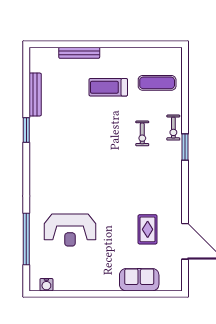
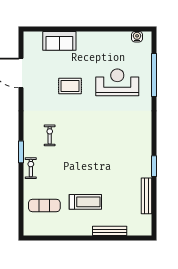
exercise bike: (142, 133) -> (50, 135), moved
rug: (148, 229) -> (70, 86), moved, turned 90

